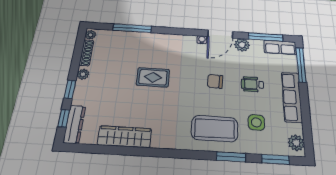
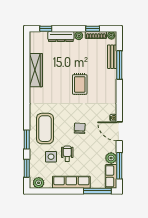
bench: (120, 36) -> (112, 57), added
plant: (242, 45) -> (111, 158), moved
wheelchair: (252, 84) -> (67, 154), moved
window: (70, 89) -> (93, 29), moved
dresser: (74, 124) -> (61, 37), moved

